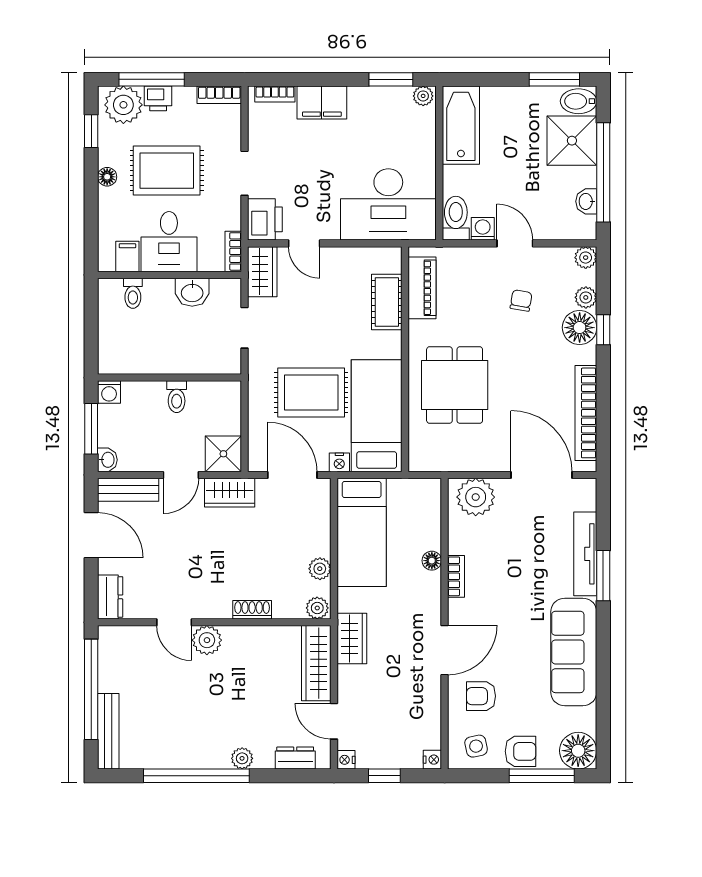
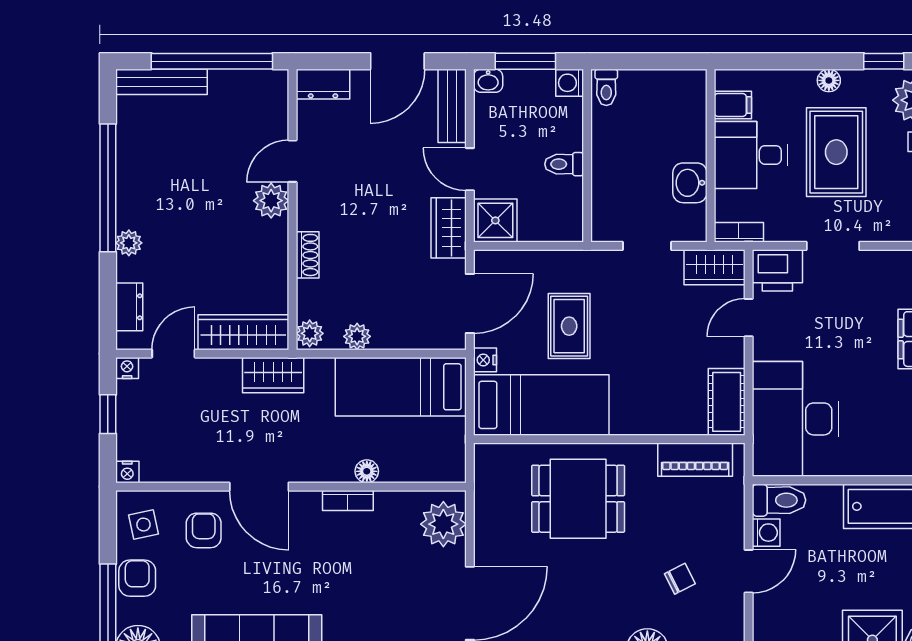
toilet: (133, 293) -> (606, 87), moved, turned -90
chair: (521, 301) -> (680, 579), turned -37
cot: (387, 302) -> (727, 402), moved, turned 90
rug: (311, 393) -> (569, 326), width x0.73, depth x0.70
armchair: (521, 751) -> (137, 578), turned 180

